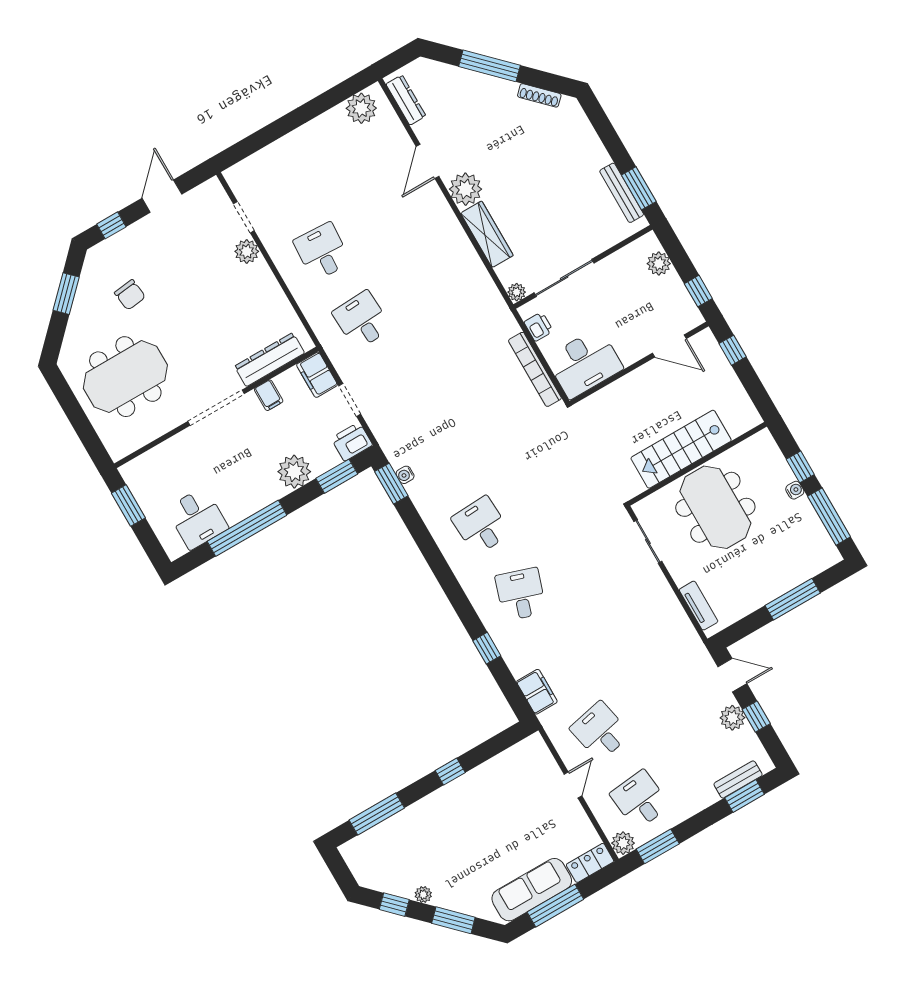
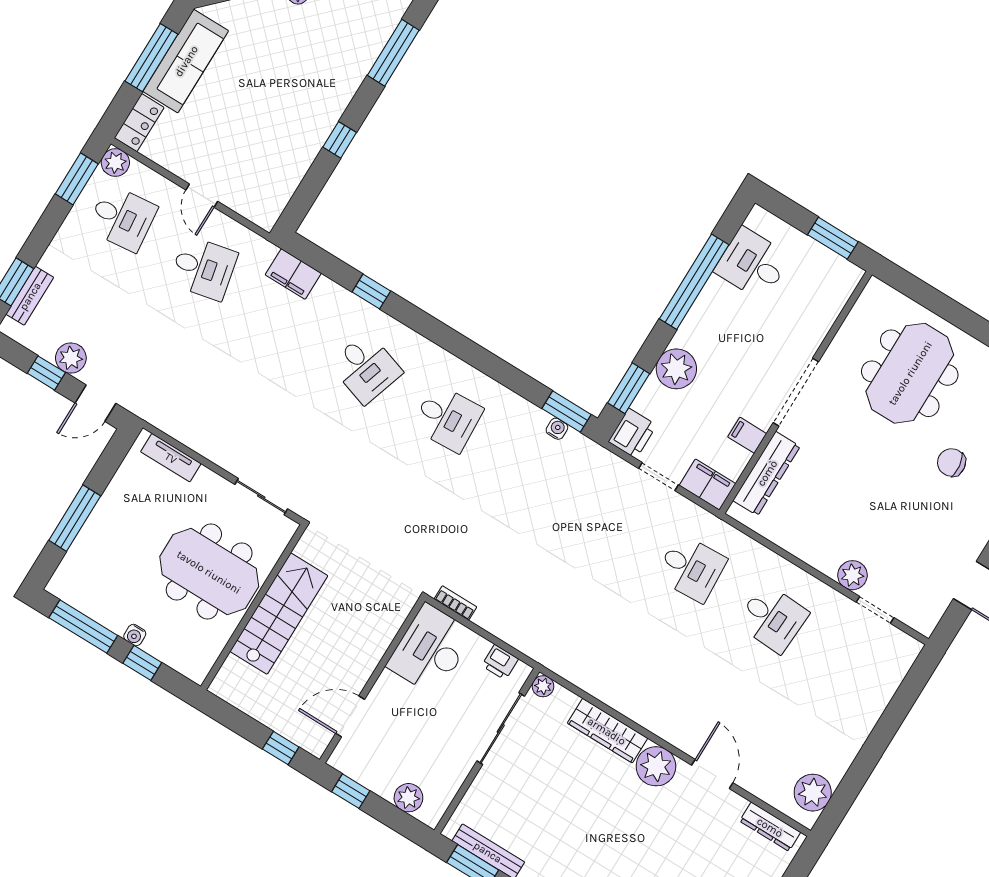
bookcase: (535, 369) -> (455, 603), width x0.43, depth x0.76

